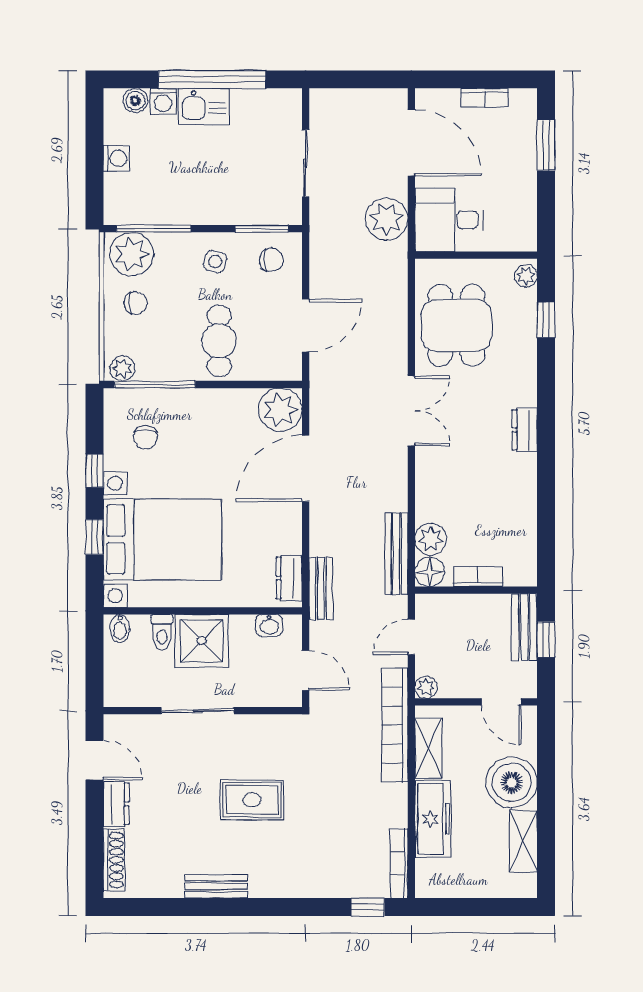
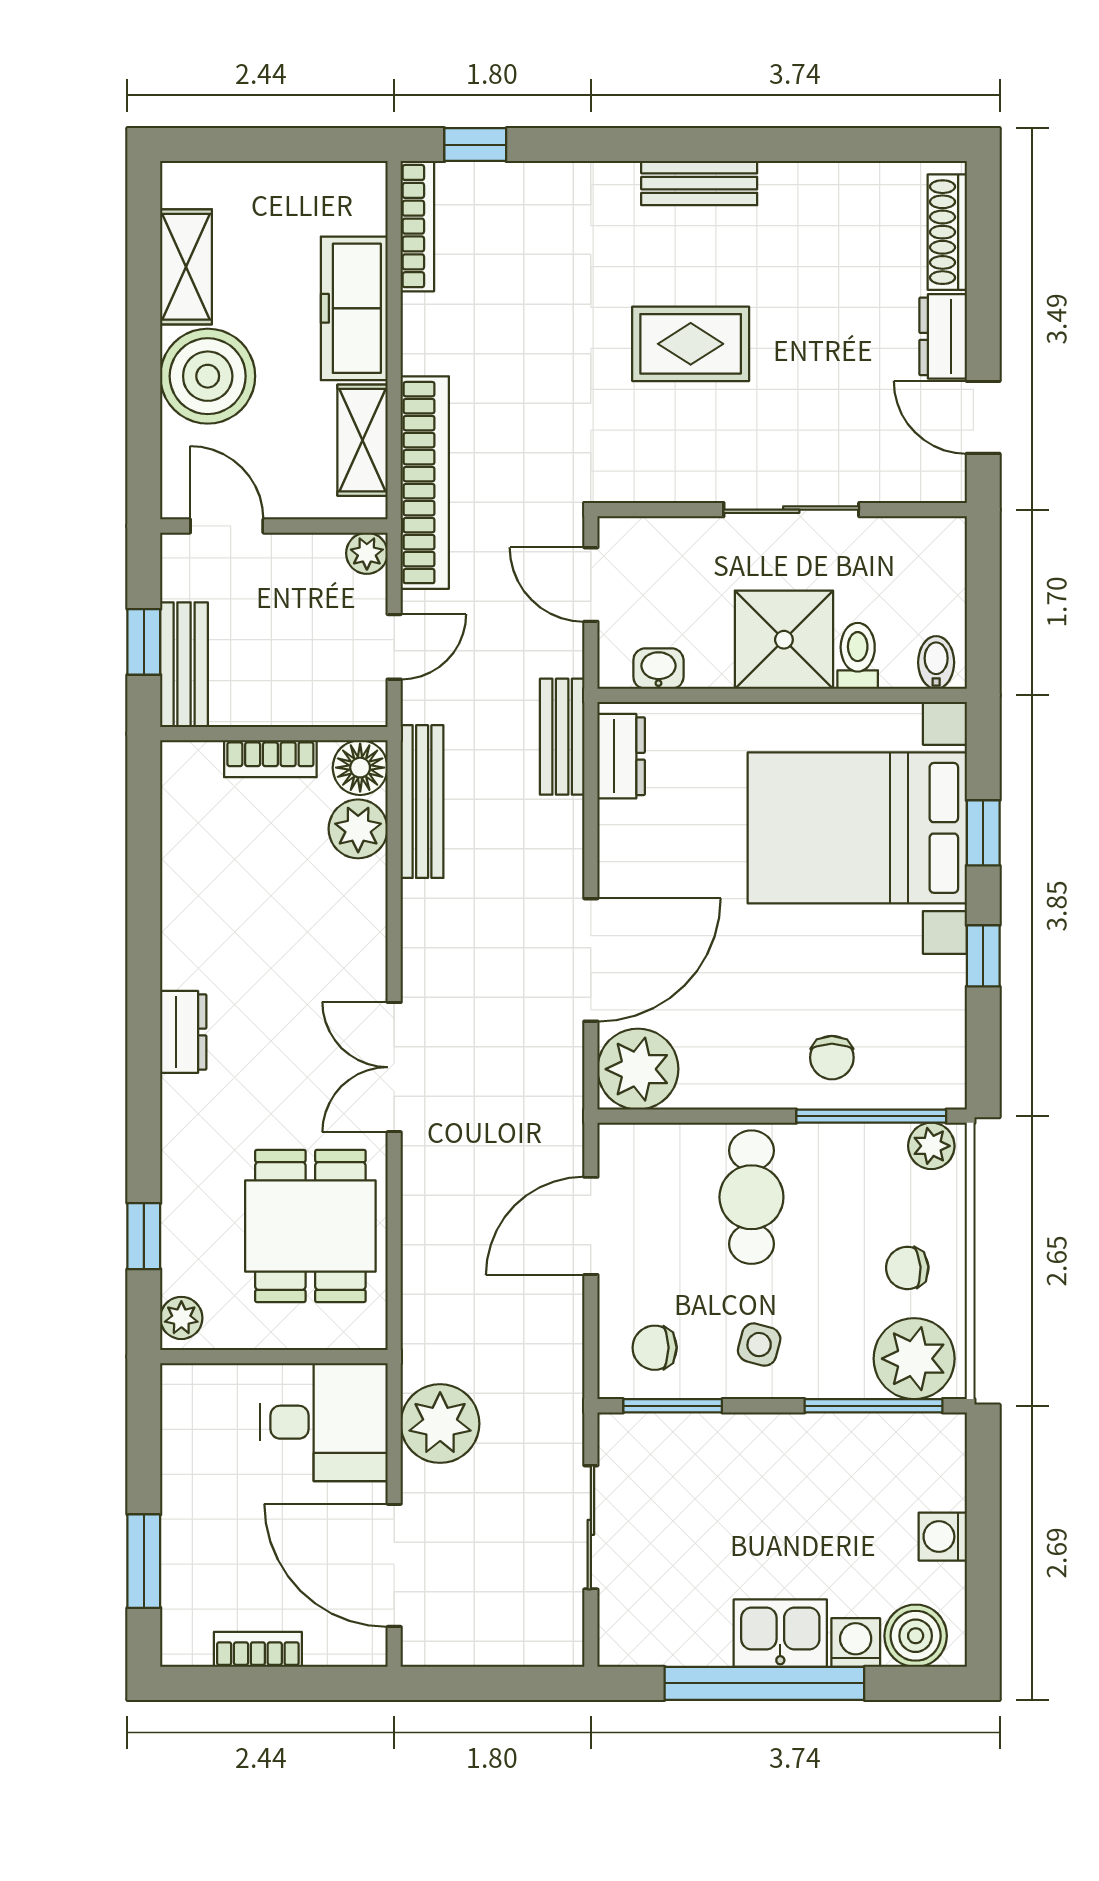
boiler: (135, 101) -> (916, 1636), width x1.36, depth x1.36
chair: (145, 437) -> (832, 1058), moved, turned 180
bench: (216, 886) -> (699, 183), moved

